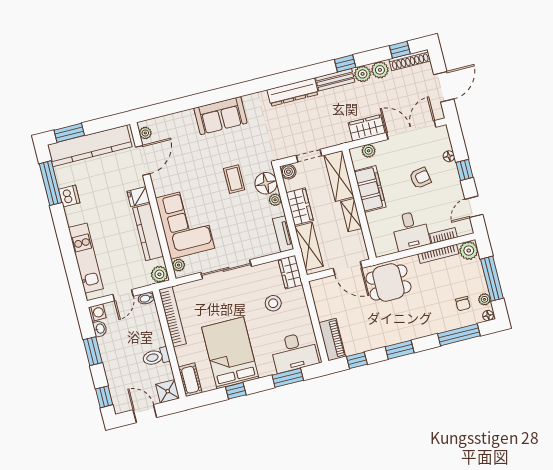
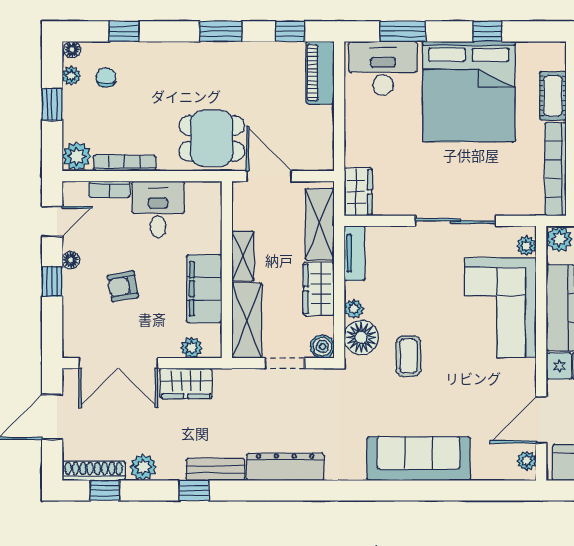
plant: (363, 74) -> (171, 468), removed
sofa: (220, 116) -> (419, 459), width x1.36
floor lamp: (449, 156) -> (71, 260), moved
window: (492, 279) -> (52, 104), width x0.46
stool: (273, 303) -> (396, 151), removed
window: (459, 335) -> (124, 31), width x0.46
bed: (230, 353) -> (469, 92), width x1.36
cot: (190, 380) -> (553, 96), moved

